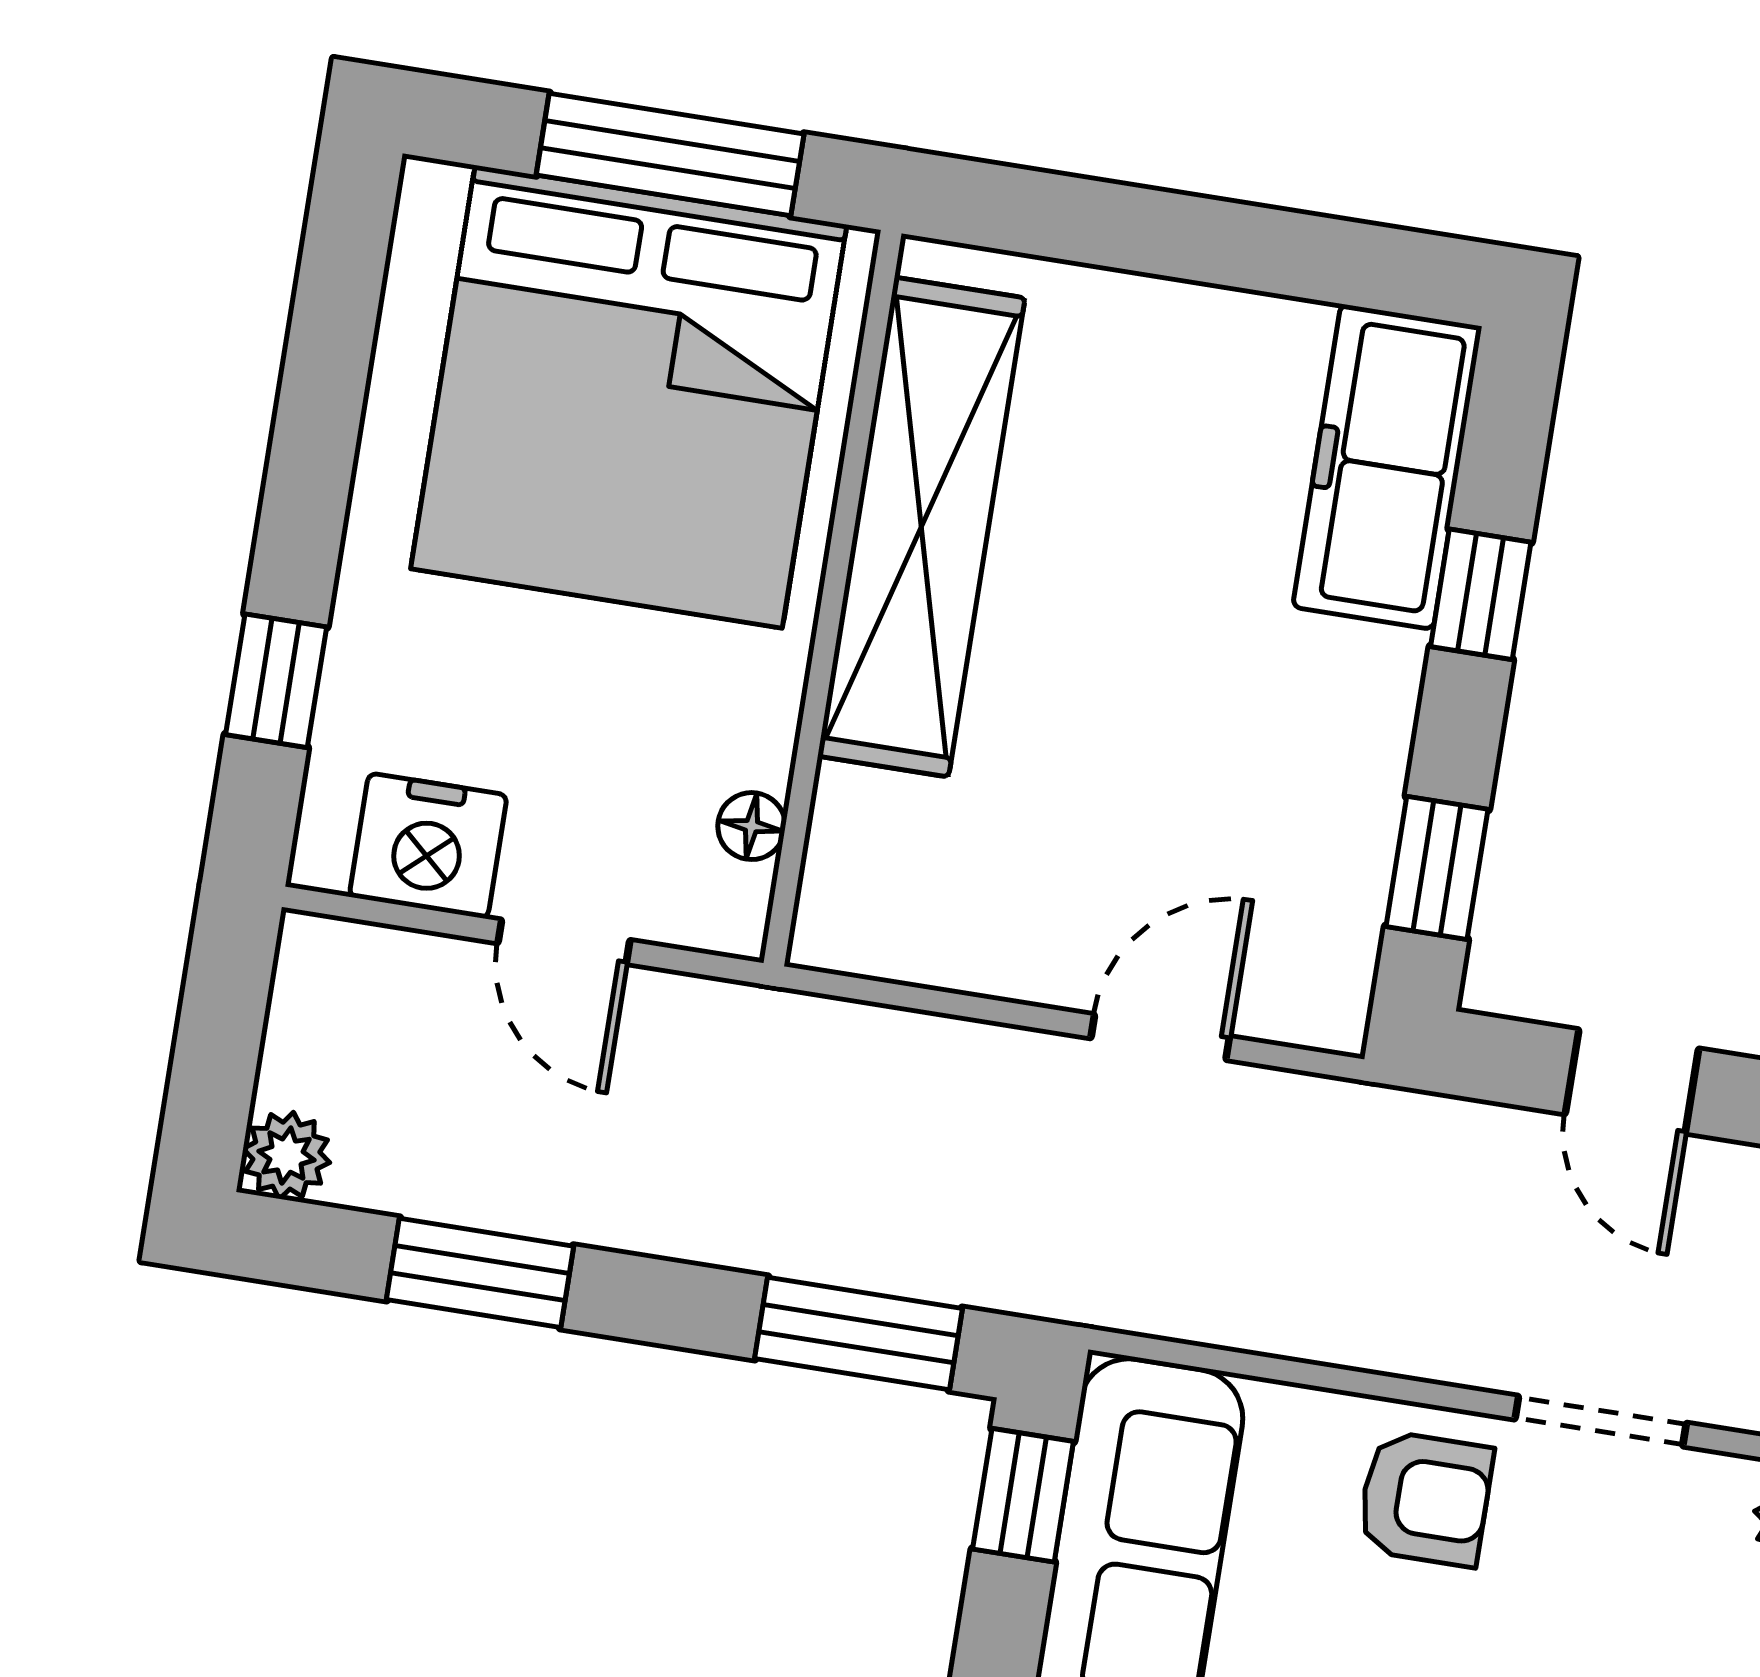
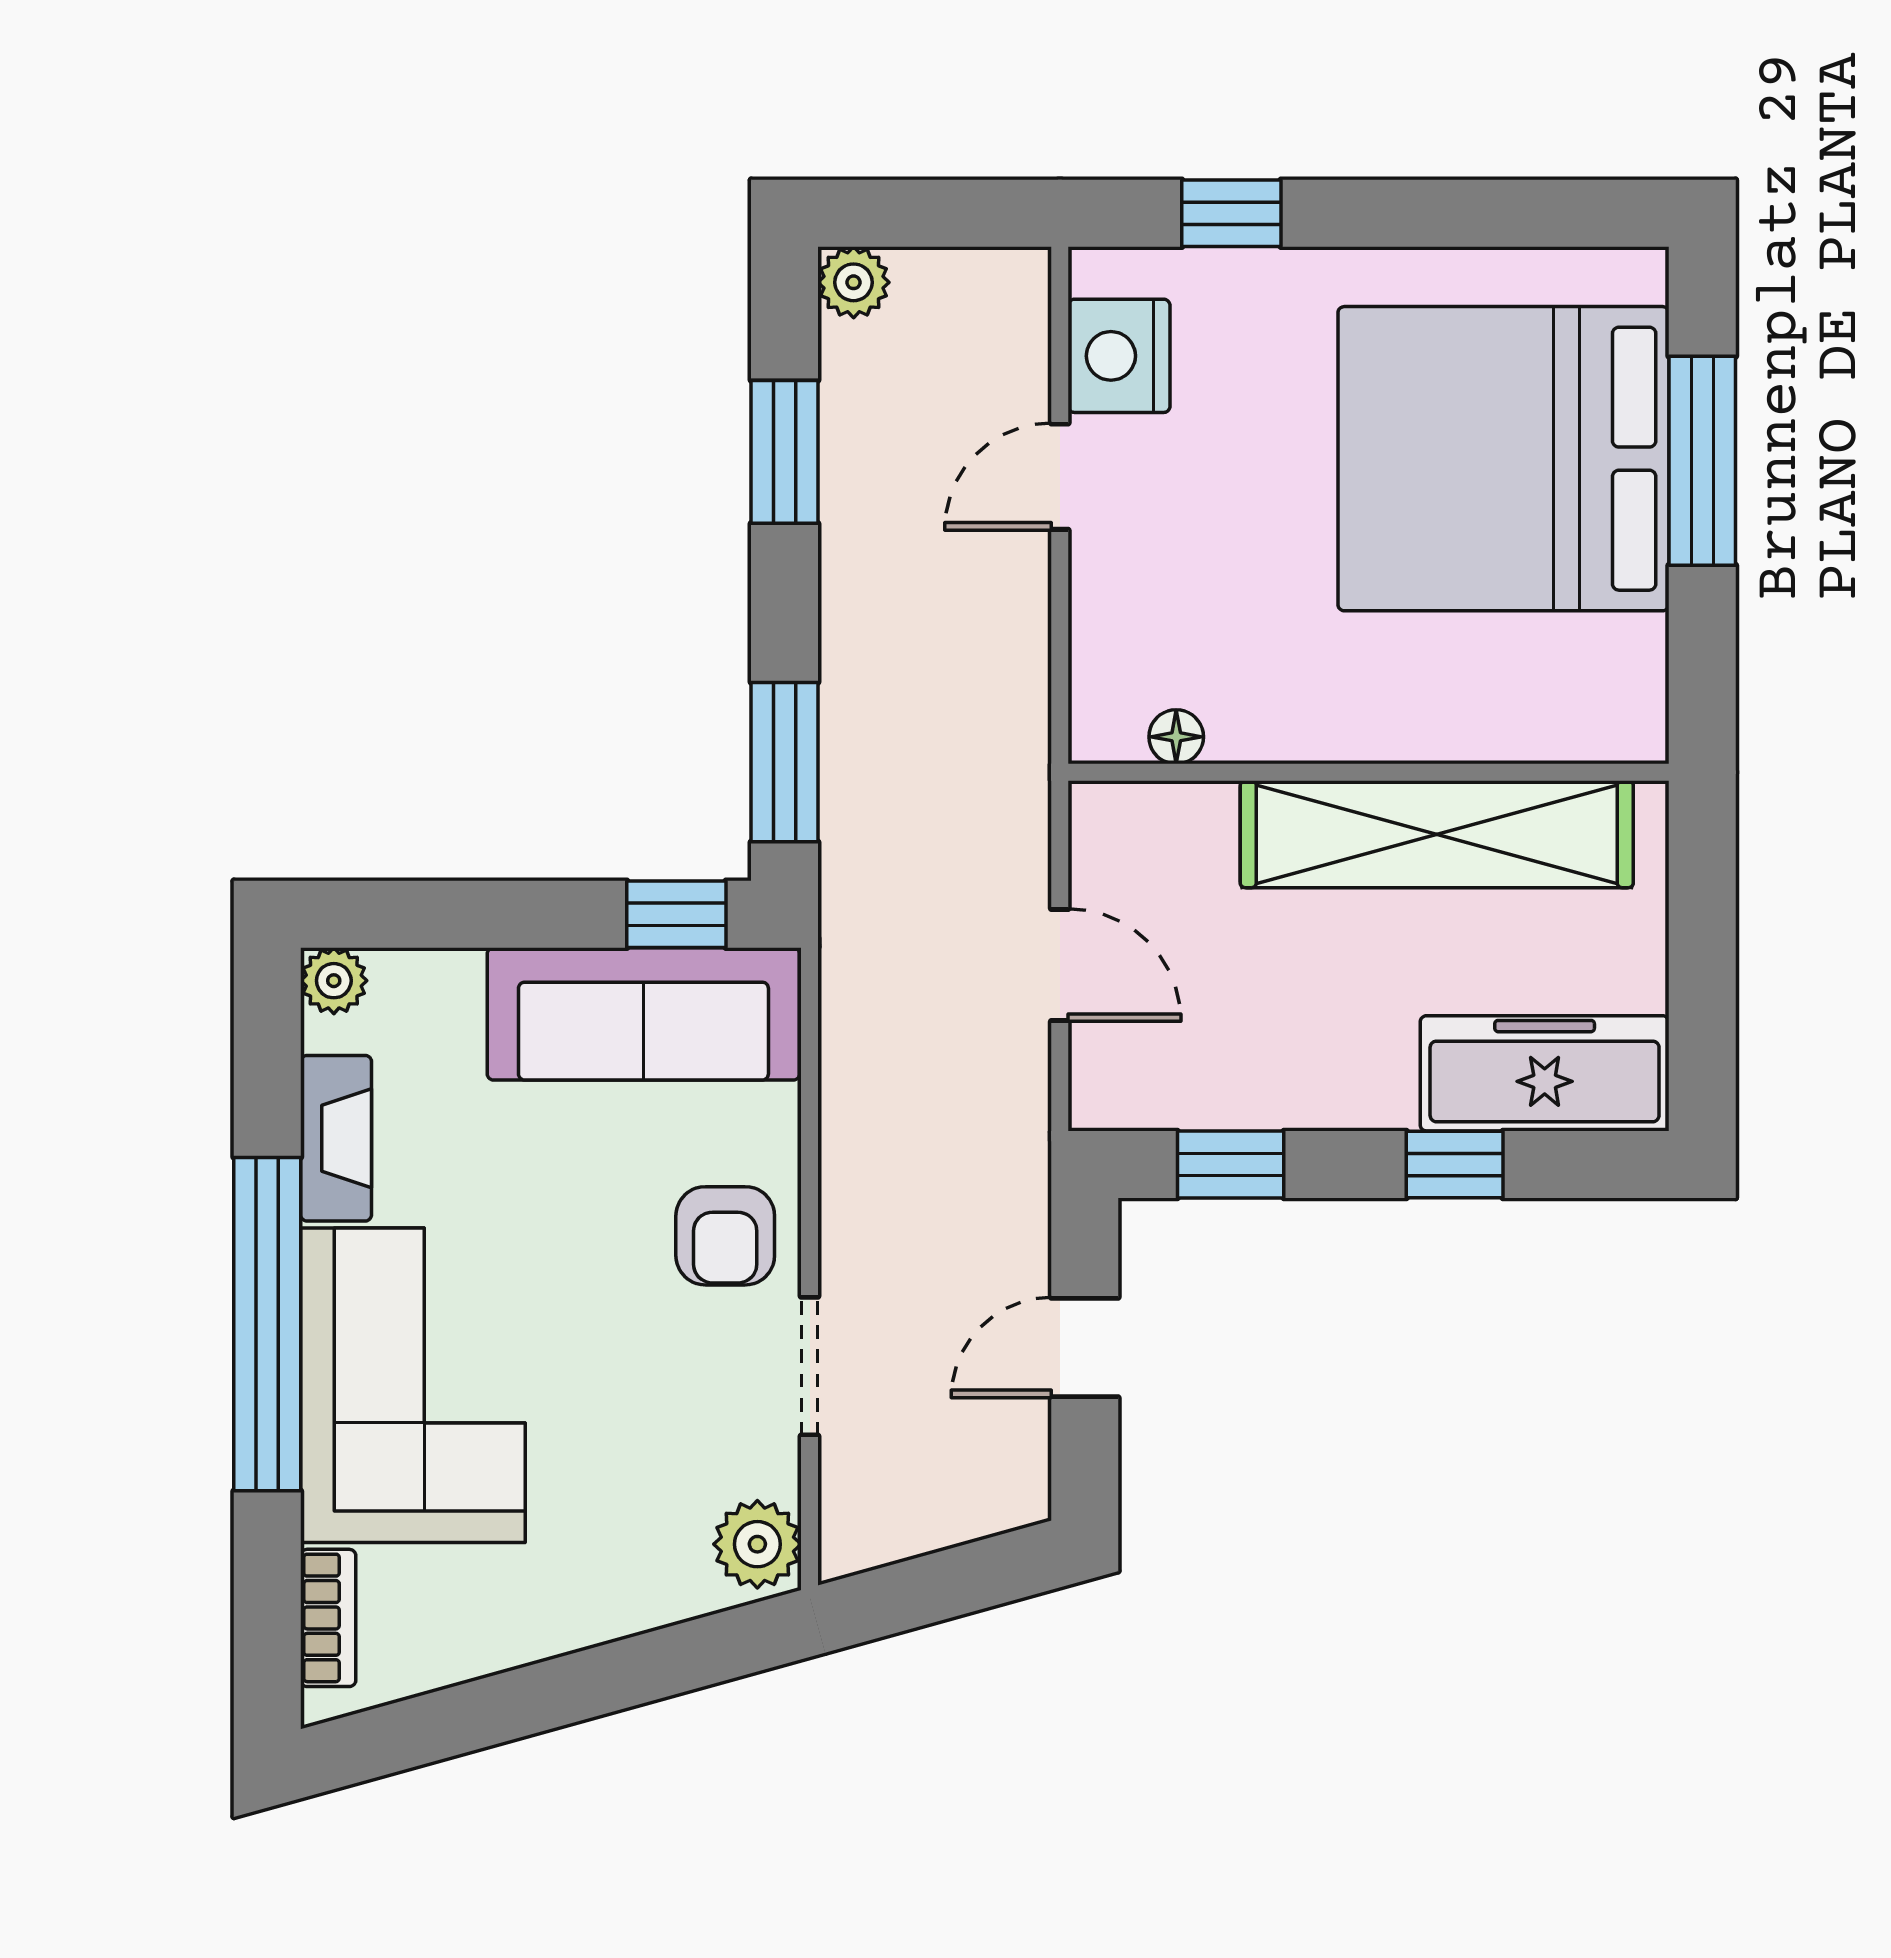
shelving: (921, 527) -> (1437, 834), moved
wall: (833, 598) -> (1369, 772), moved
floor lamp: (752, 826) -> (1176, 737), moved

